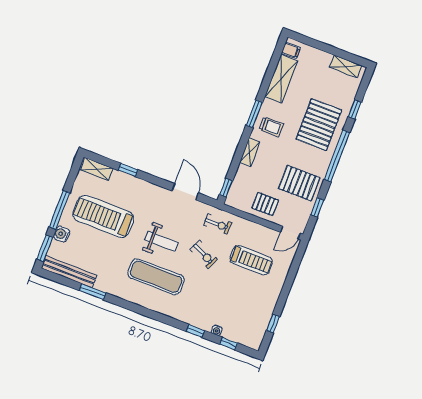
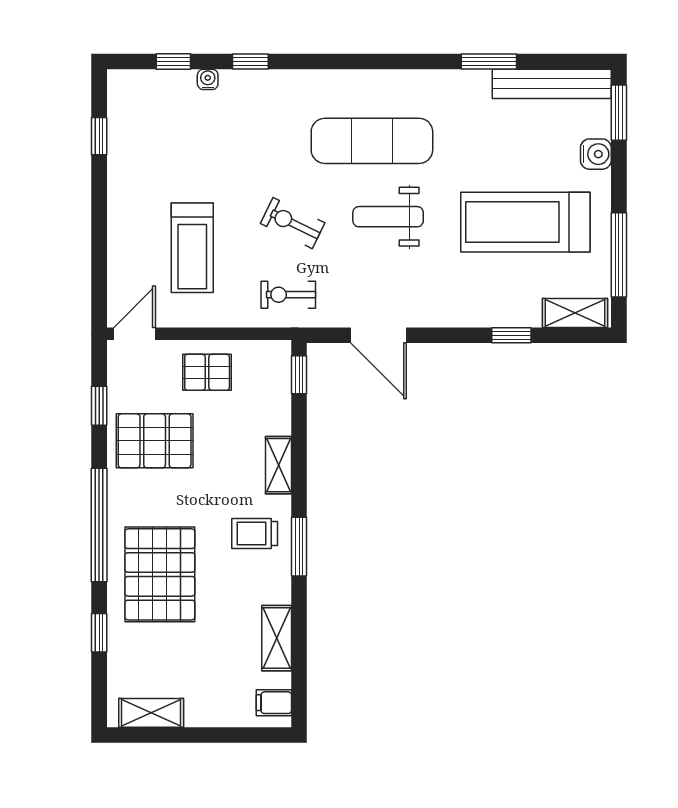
shelving: (281, 79) -> (277, 638), width x0.67, depth x0.75
window: (60, 210) -> (619, 255), moved
treadmill: (103, 216) -> (525, 222), turned 180
treadmill: (251, 260) -> (192, 248), turned -90

